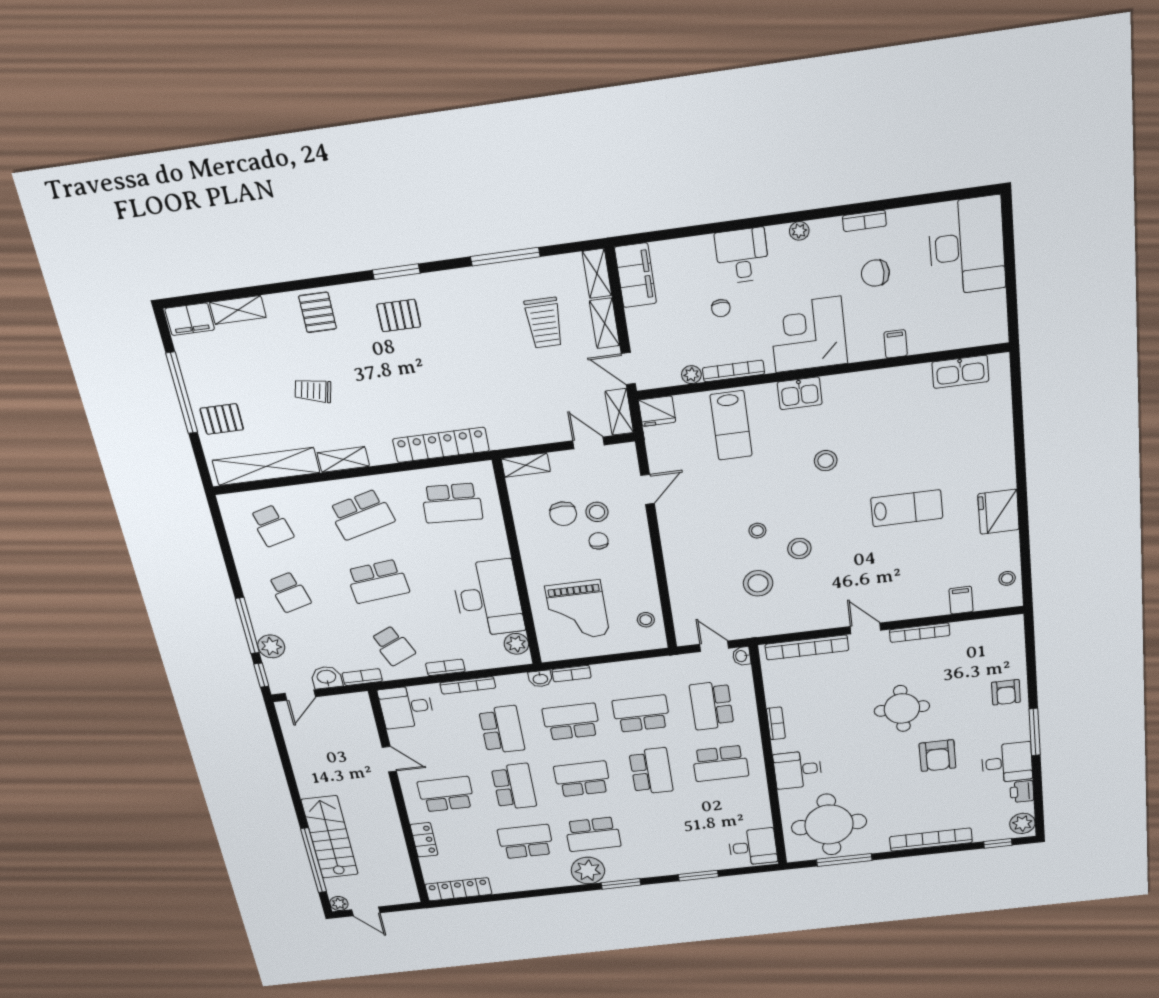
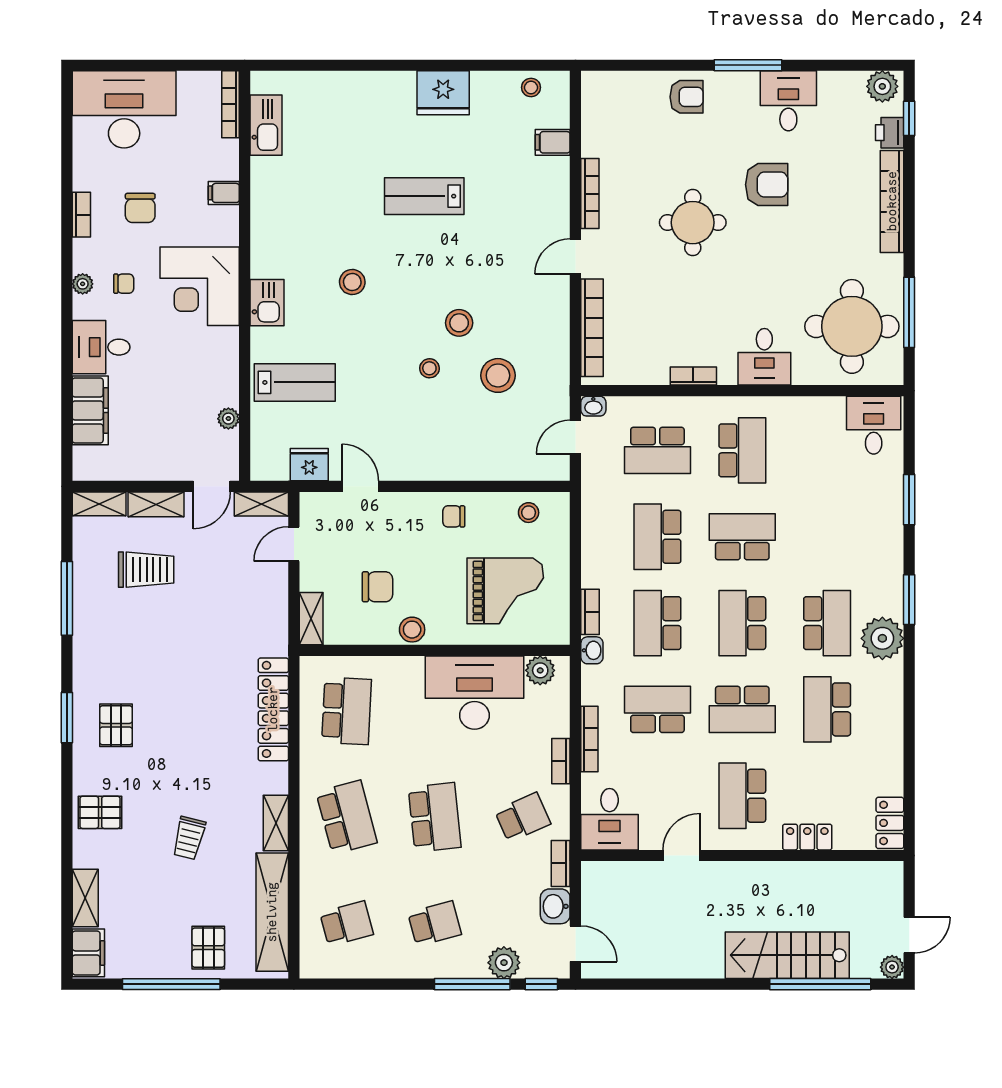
filing cabinet: (635, 275) -> (90, 410), moved, turned 90
chair: (721, 308) -> (124, 284), moved
bookcase: (733, 371) -> (231, 104), moved
fridge: (657, 411) -> (309, 465), moved, turned -90
lab bench: (907, 508) -> (424, 196), turned -90
stool: (597, 512) -> (412, 630), moved
chair: (599, 541) -> (454, 516), moved
school desk: (514, 787) -> (742, 709), turned 180
printer: (1022, 792) -> (890, 133), moved, turned 90
locker: (458, 889) -> (890, 823), width x0.66

